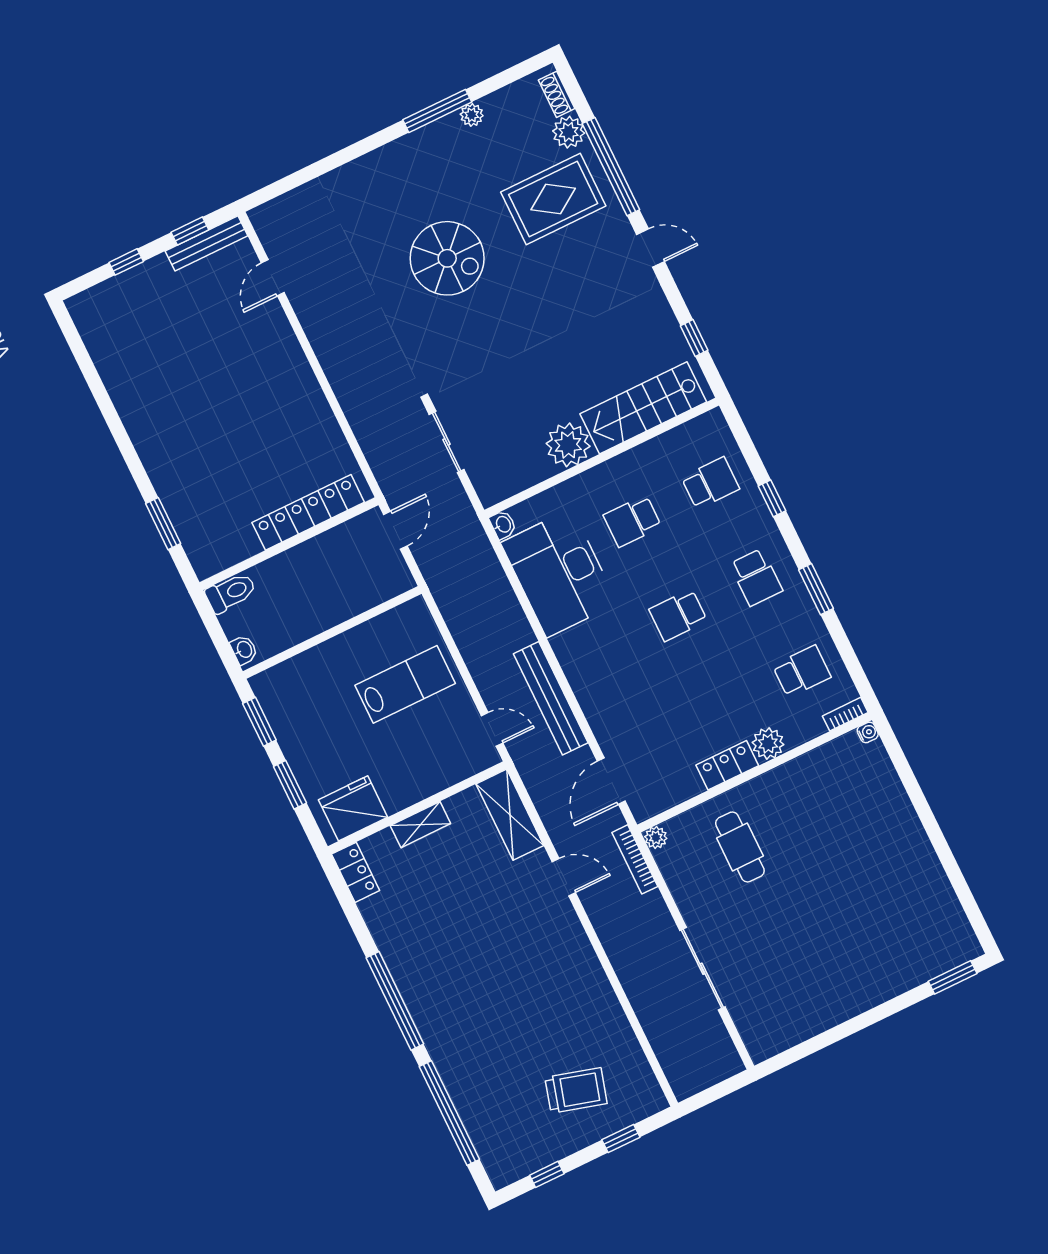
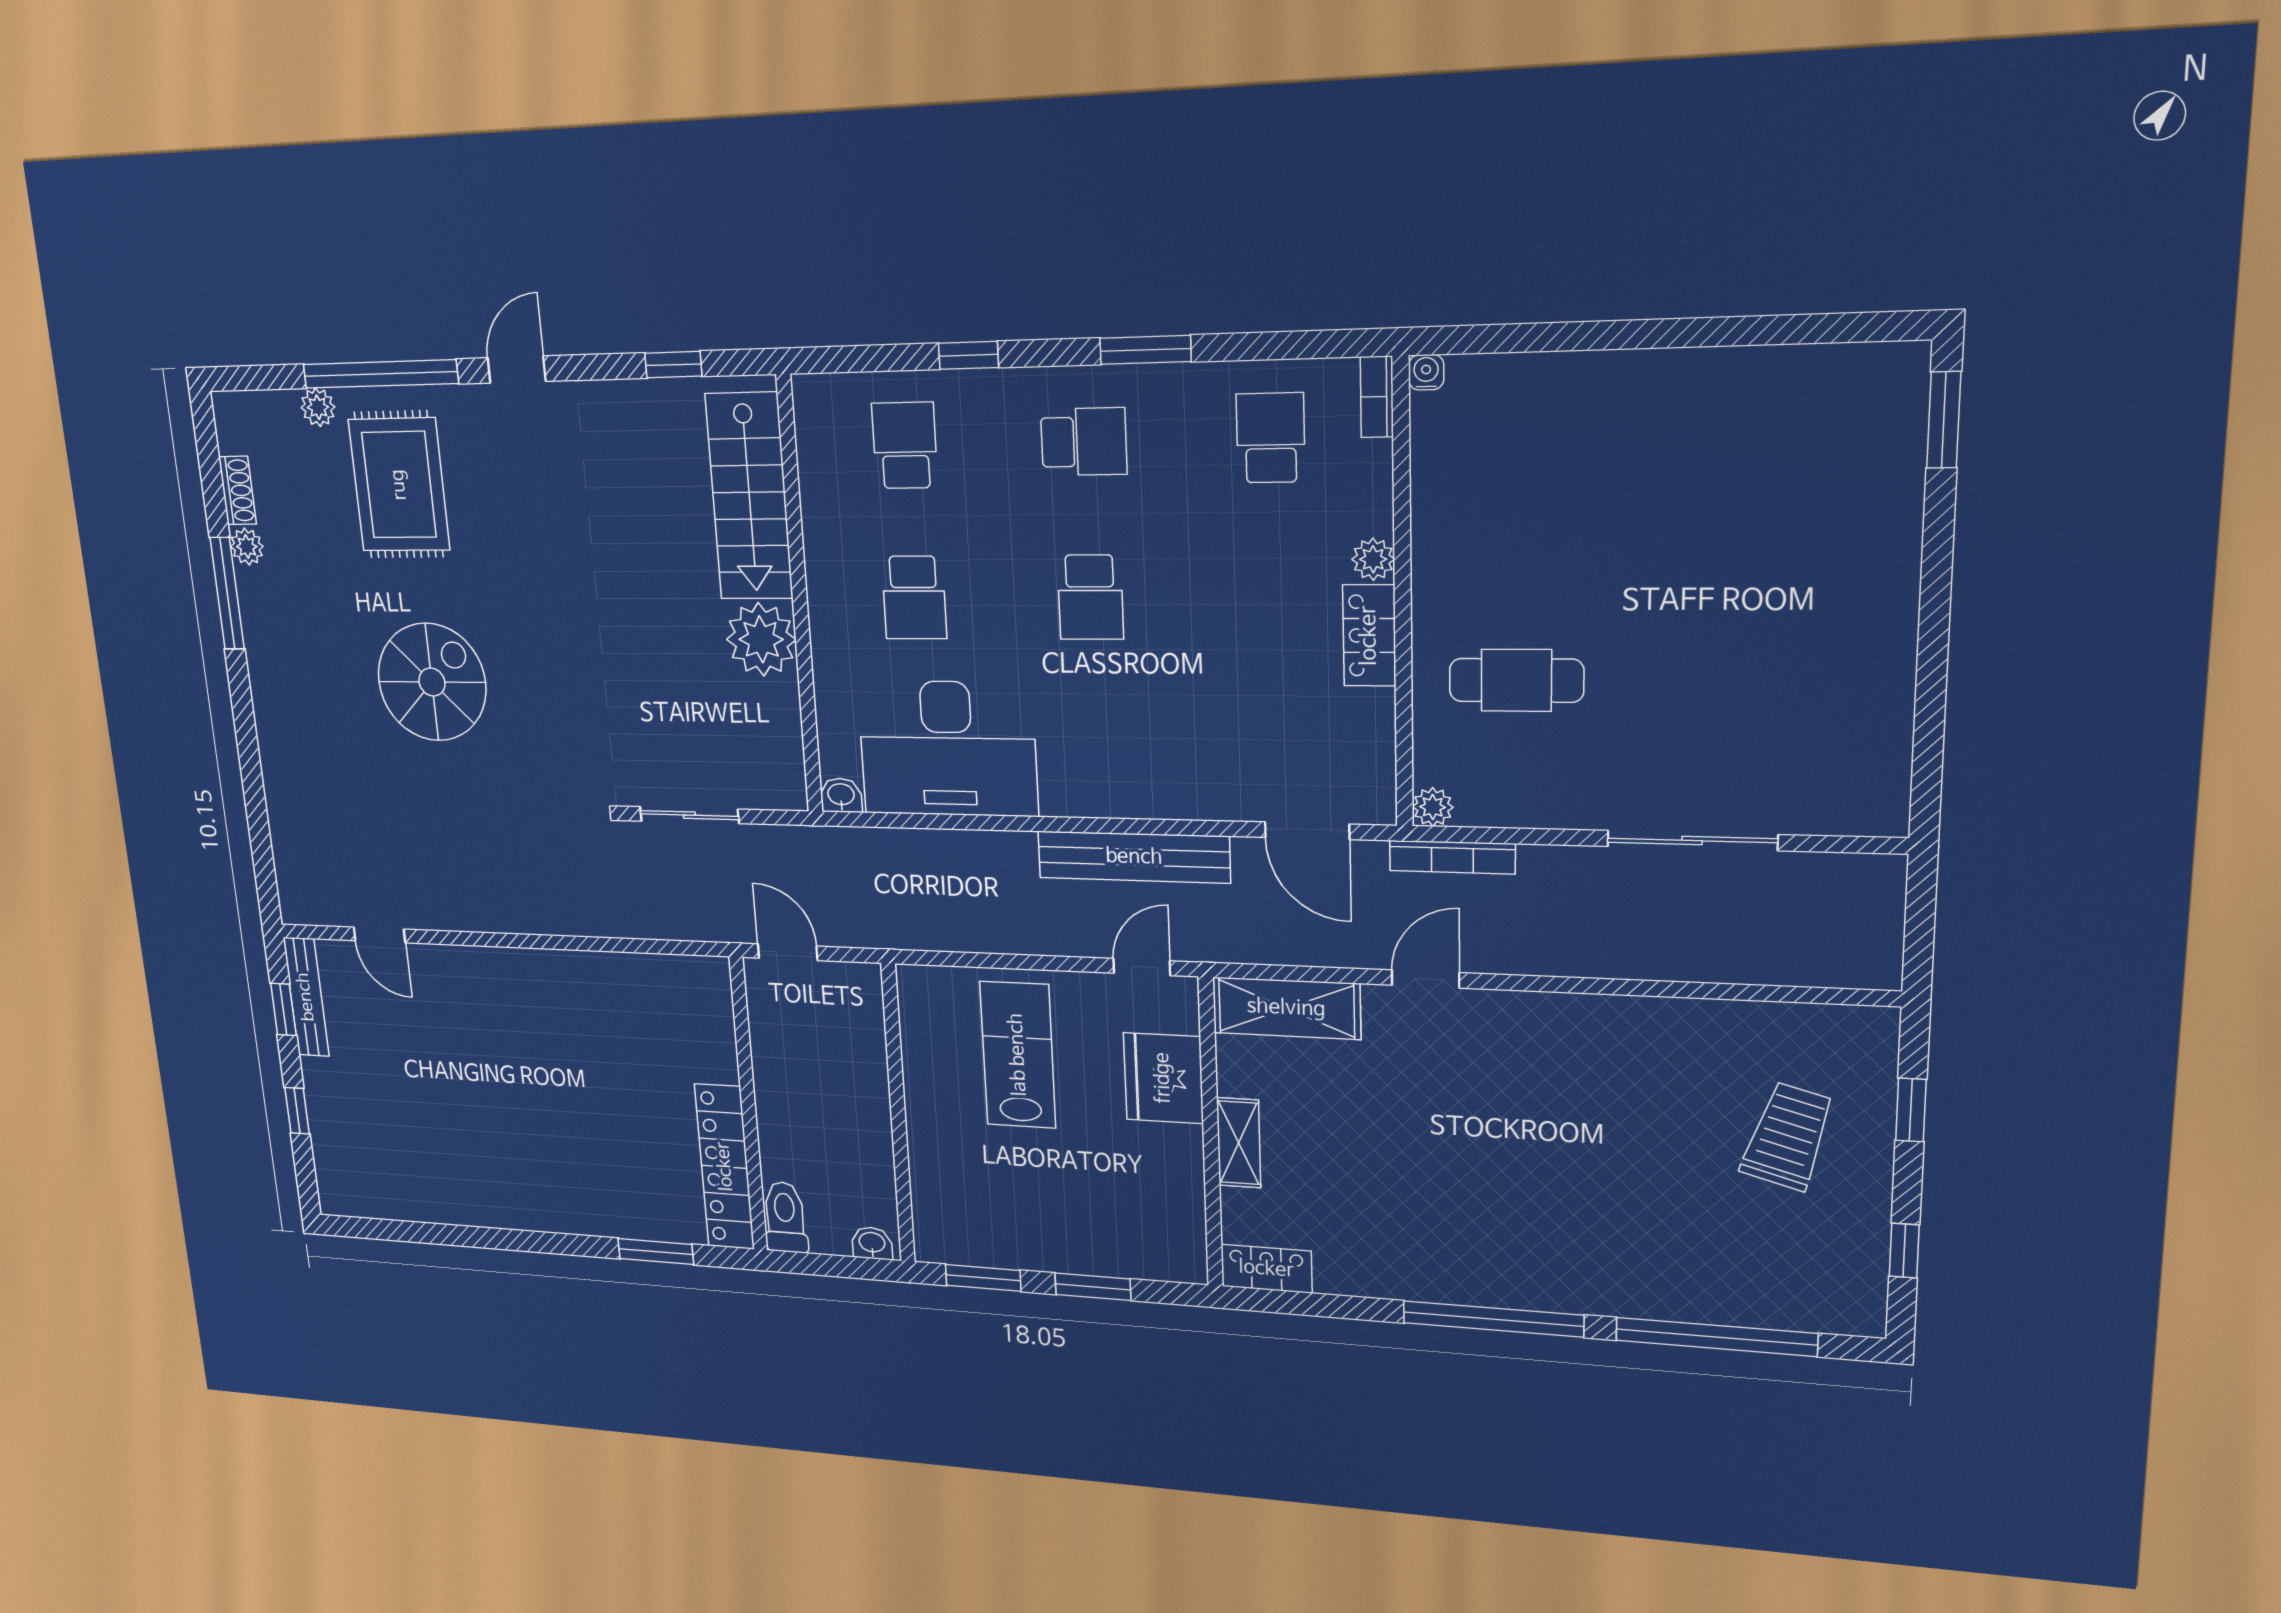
shoe rack: (557, 94) -> (237, 490), moved, turned -90
plant: (569, 132) -> (318, 407), width x0.73, depth x0.73
locker: (308, 512) -> (725, 1167), moved
plant: (768, 744) -> (1373, 559), width x0.73, depth x0.73
fridge: (353, 808) -> (1163, 1078), moved

